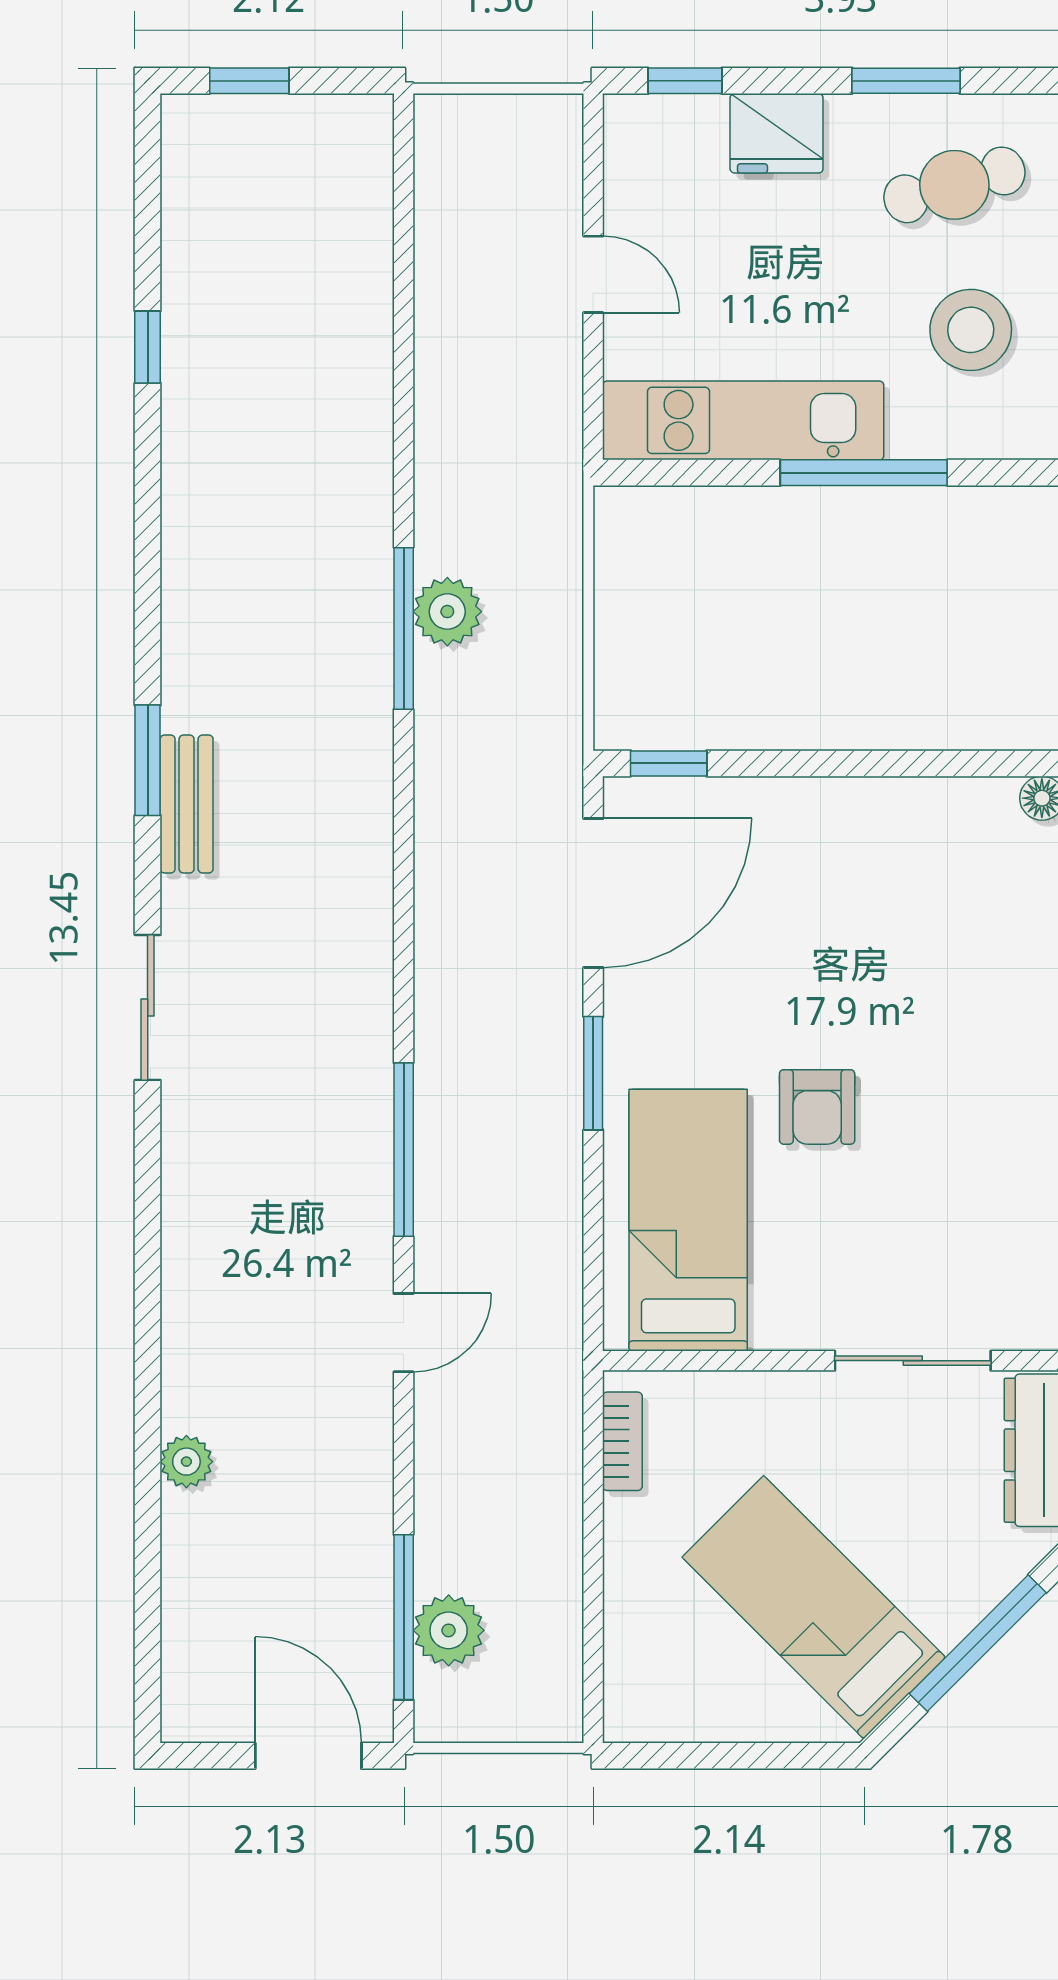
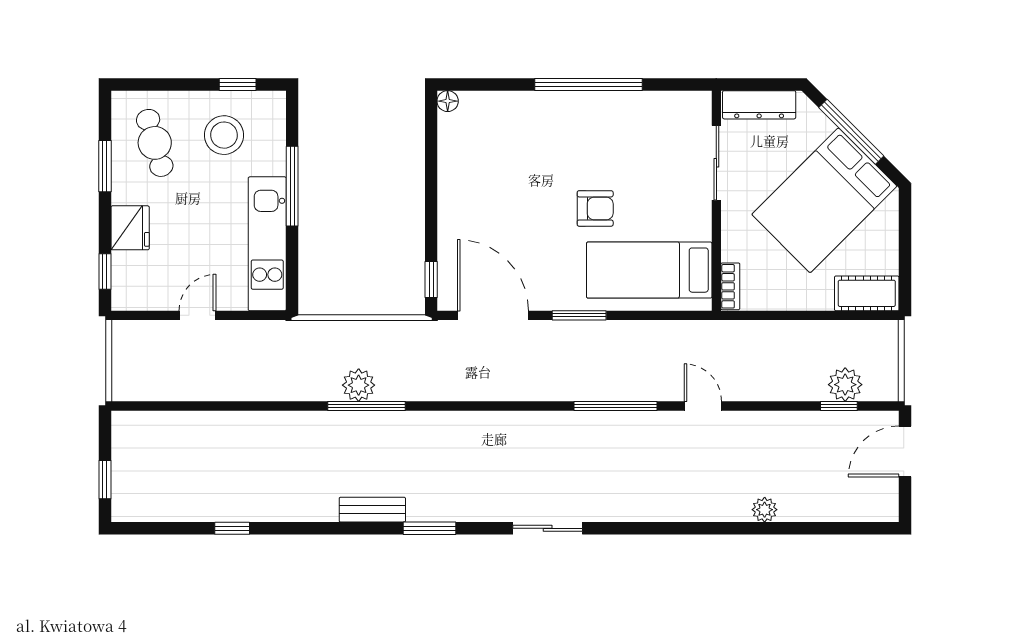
bench: (187, 804) -> (372, 510), moved
bookcase: (622, 1441) -> (730, 286), moved, turned 90
bed: (814, 1607) -> (824, 200), width x1.50
window: (404, 1617) -> (839, 406), width x0.46
cot: (639, 1676) -> (867, 293), added

